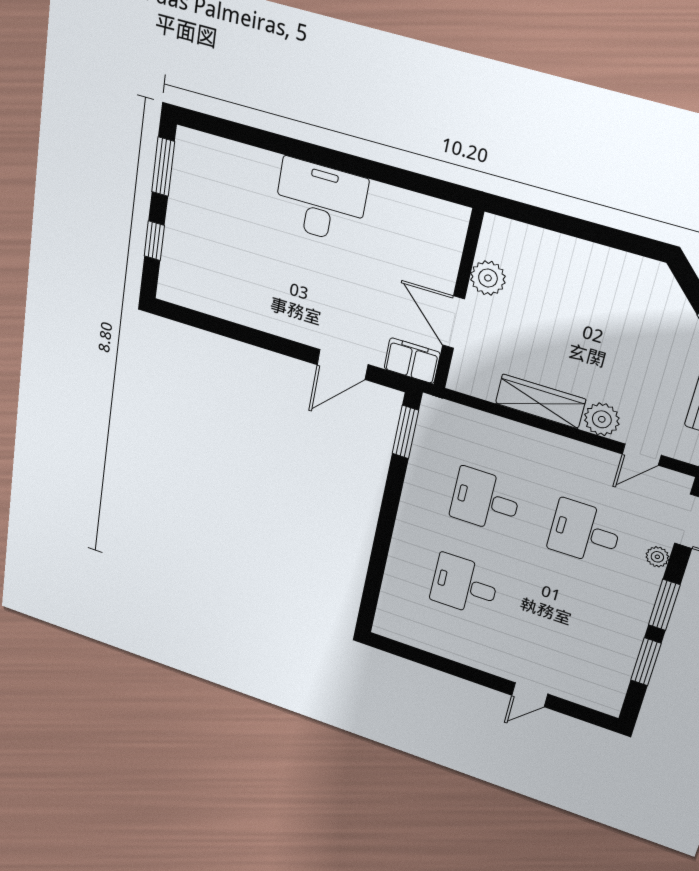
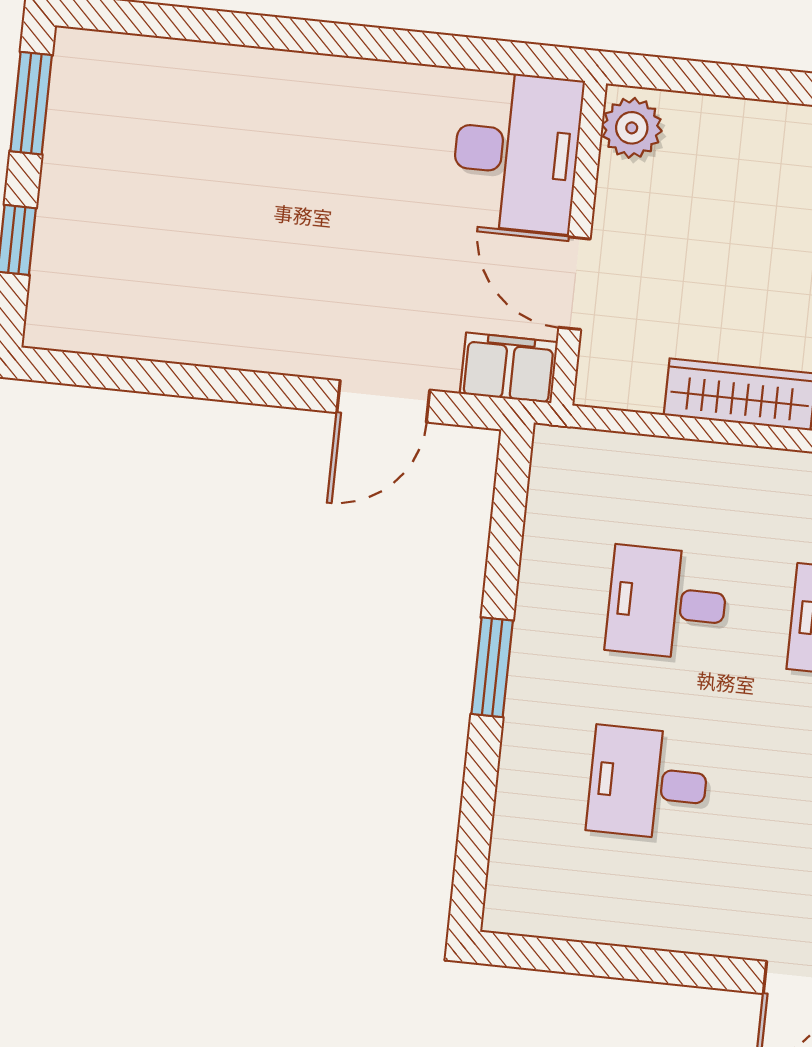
desk: (321, 201) -> (517, 152), moved, turned 90
plant: (488, 278) -> (632, 128), moved
window: (405, 432) -> (492, 667), moved

